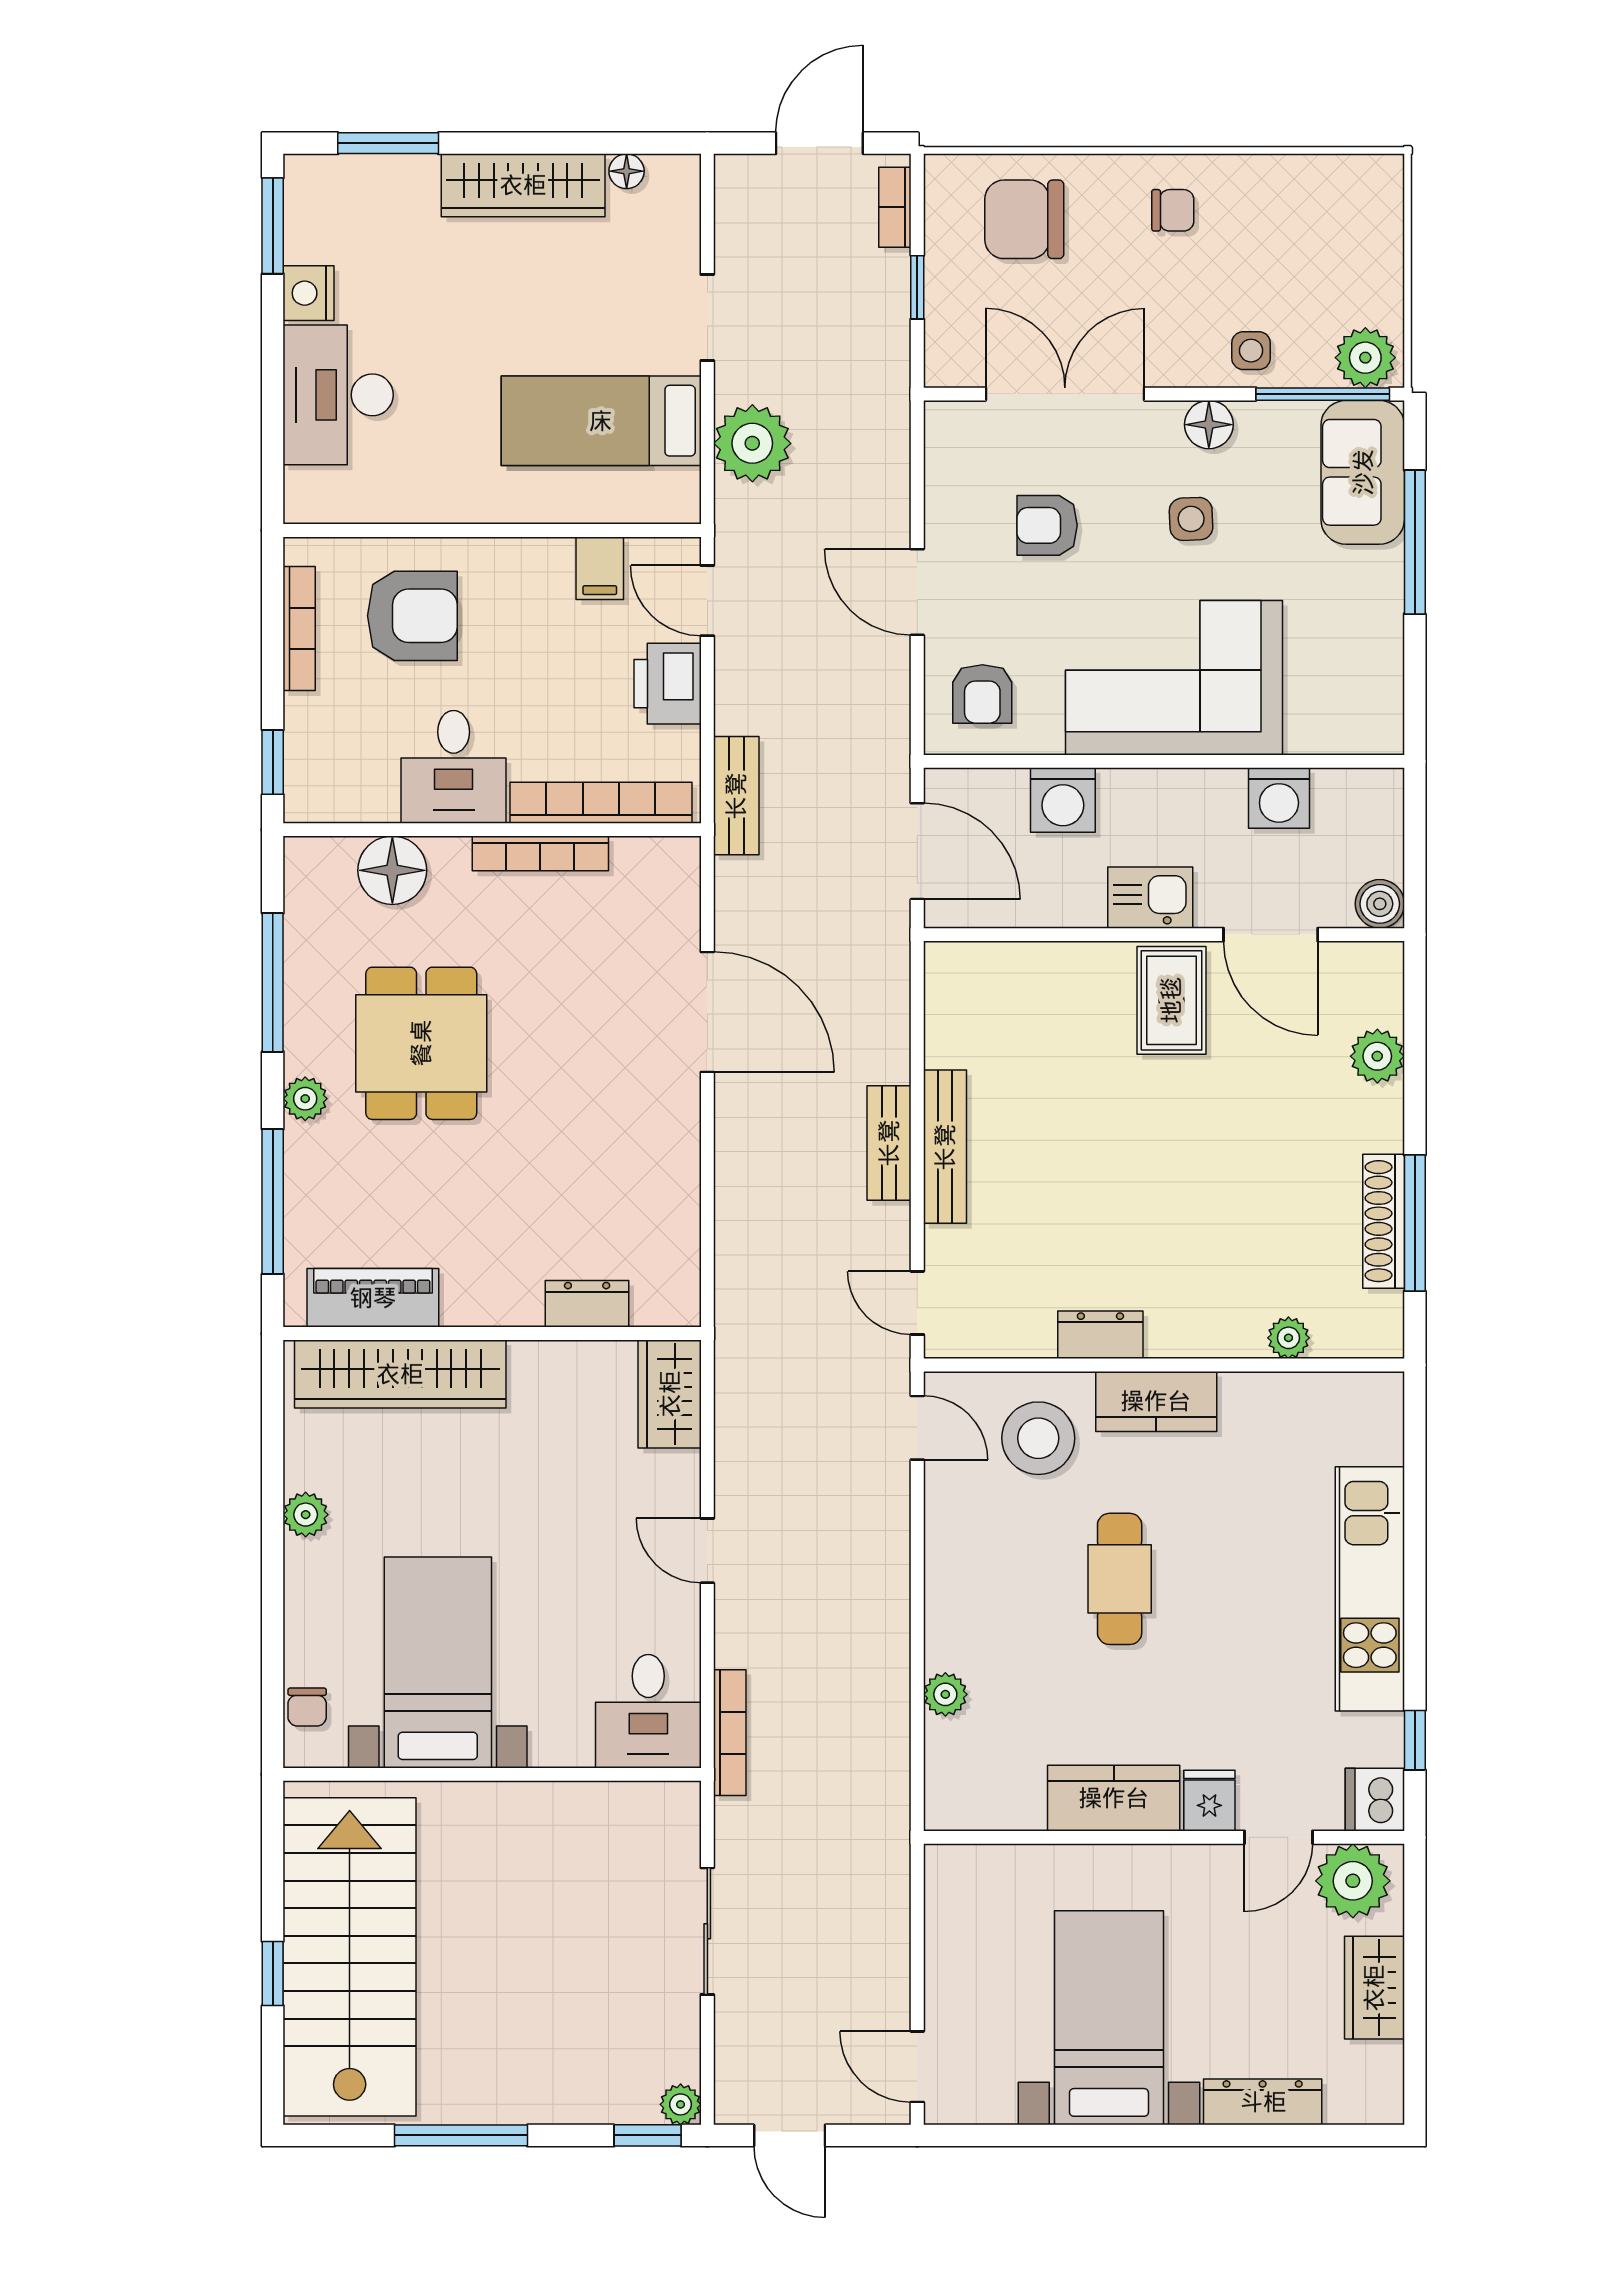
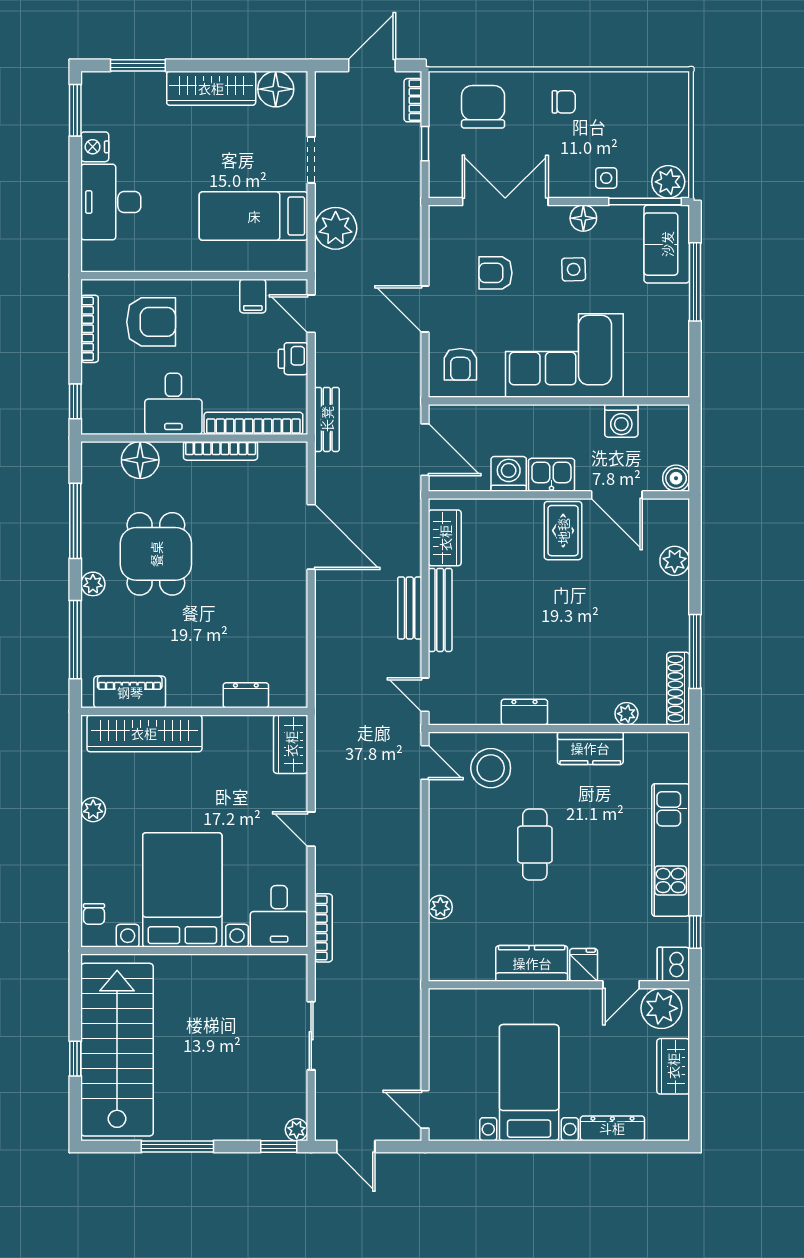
floor lamp: (627, 171) -> (276, 89), width x1.89, depth x1.89
chair: (1024, 219) -> (483, 107), turned 90
printer: (668, 684) -> (293, 359), width x0.73, depth x0.81
washing machine: (1063, 800) -> (509, 474), moved, turned 180
wardrobe: (954, 1014) -> (445, 538), added
shoe rack: (1384, 1221) -> (678, 689), moved
kitchen counter: (1156, 1401) -> (590, 748), moved
bed with nightstands: (438, 1662) -> (182, 890), width x1.36

